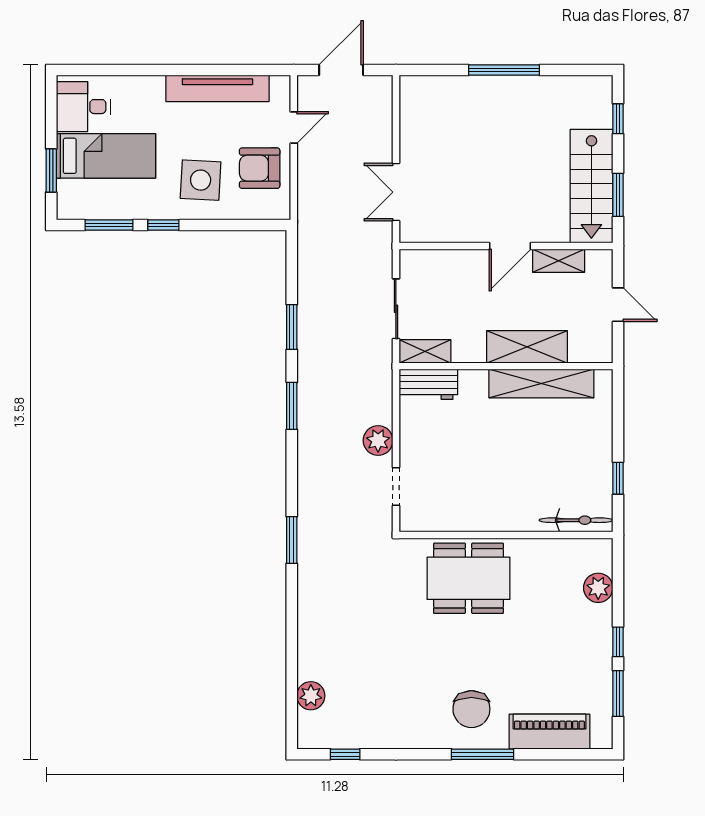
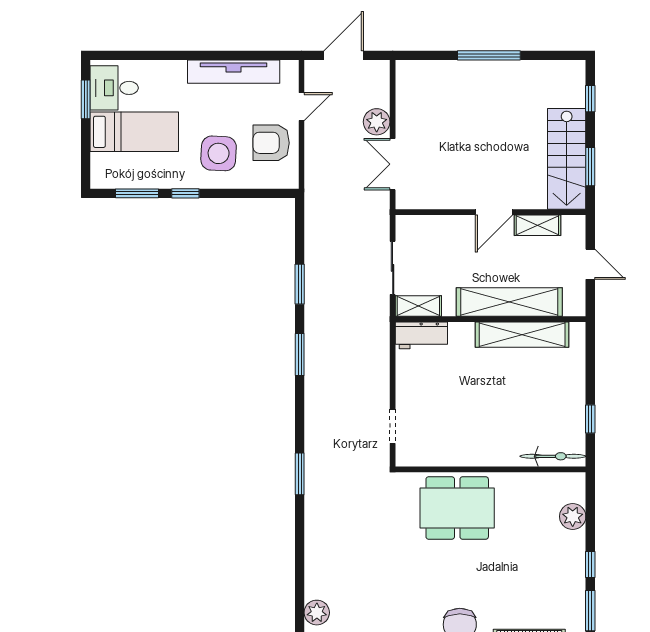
window: (51, 170) -> (86, 99), moved
shelving: (527, 347) -> (509, 302), width x1.47
plant: (378, 440) -> (377, 122), moved

